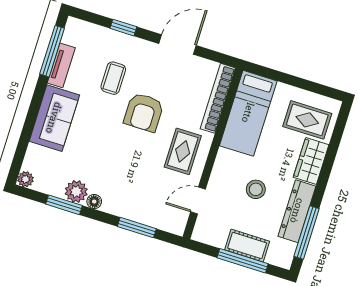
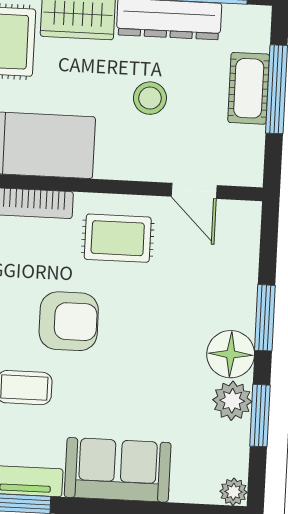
floor lamp: (94, 202) -> (231, 354), width x1.89, depth x1.89
window: (137, 228) -> (265, 318), moved

